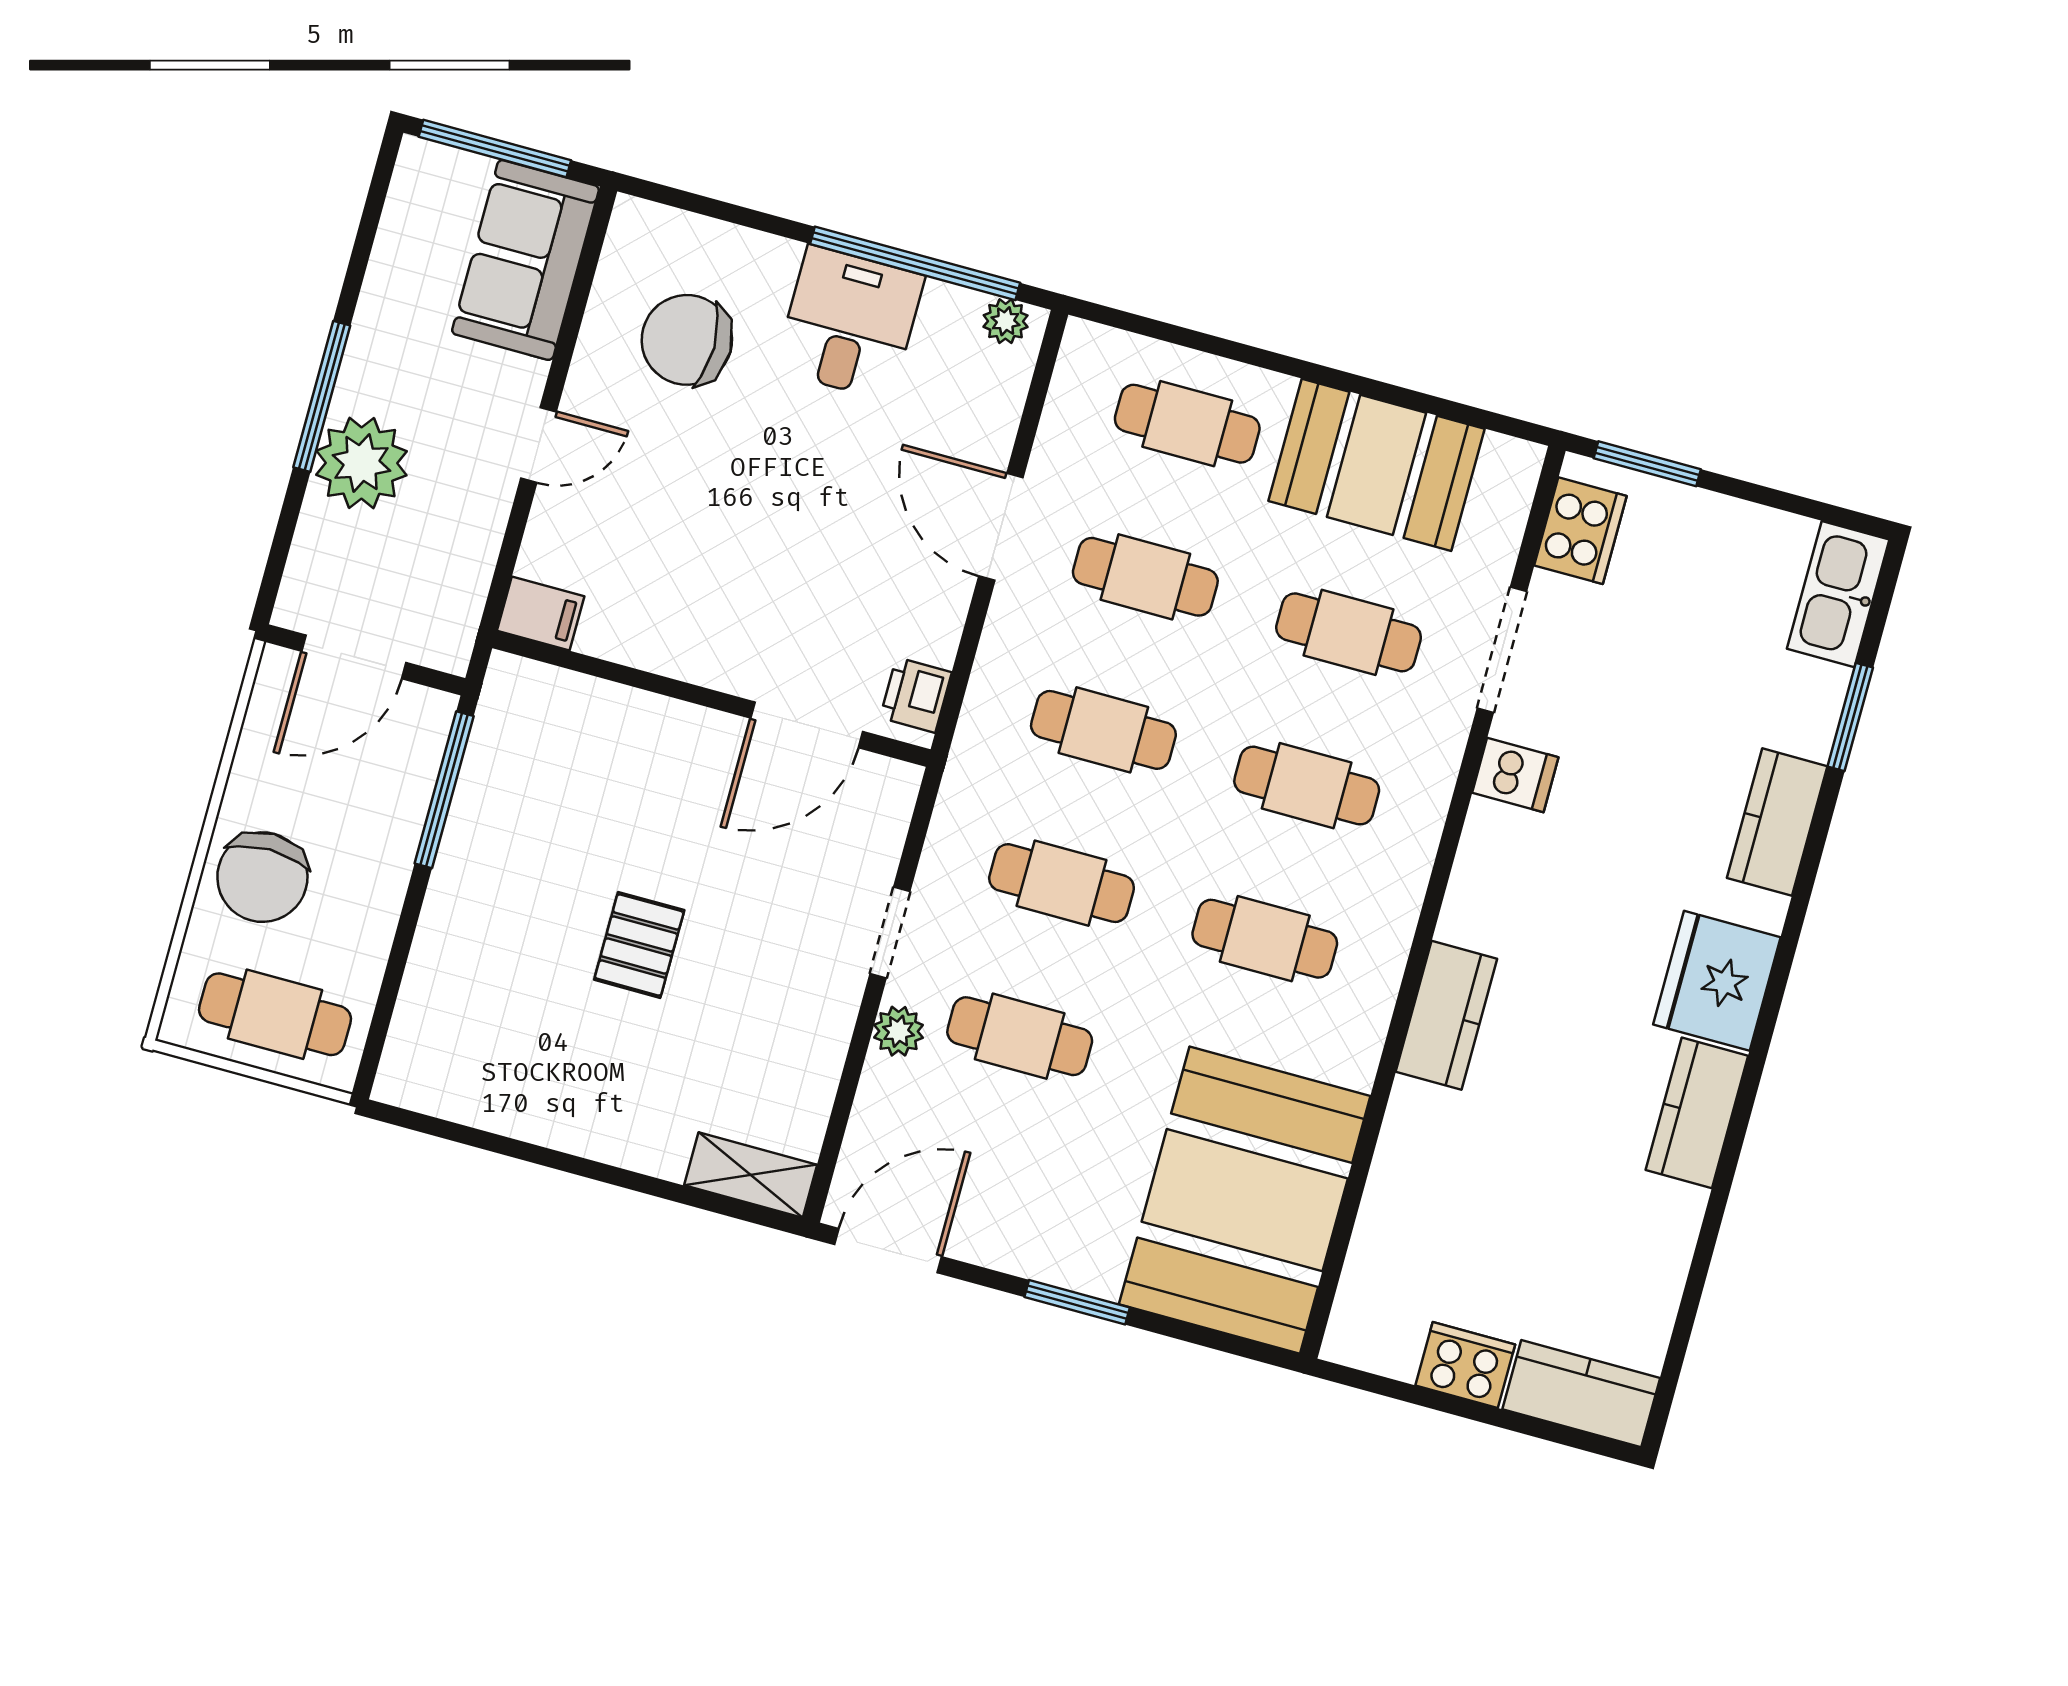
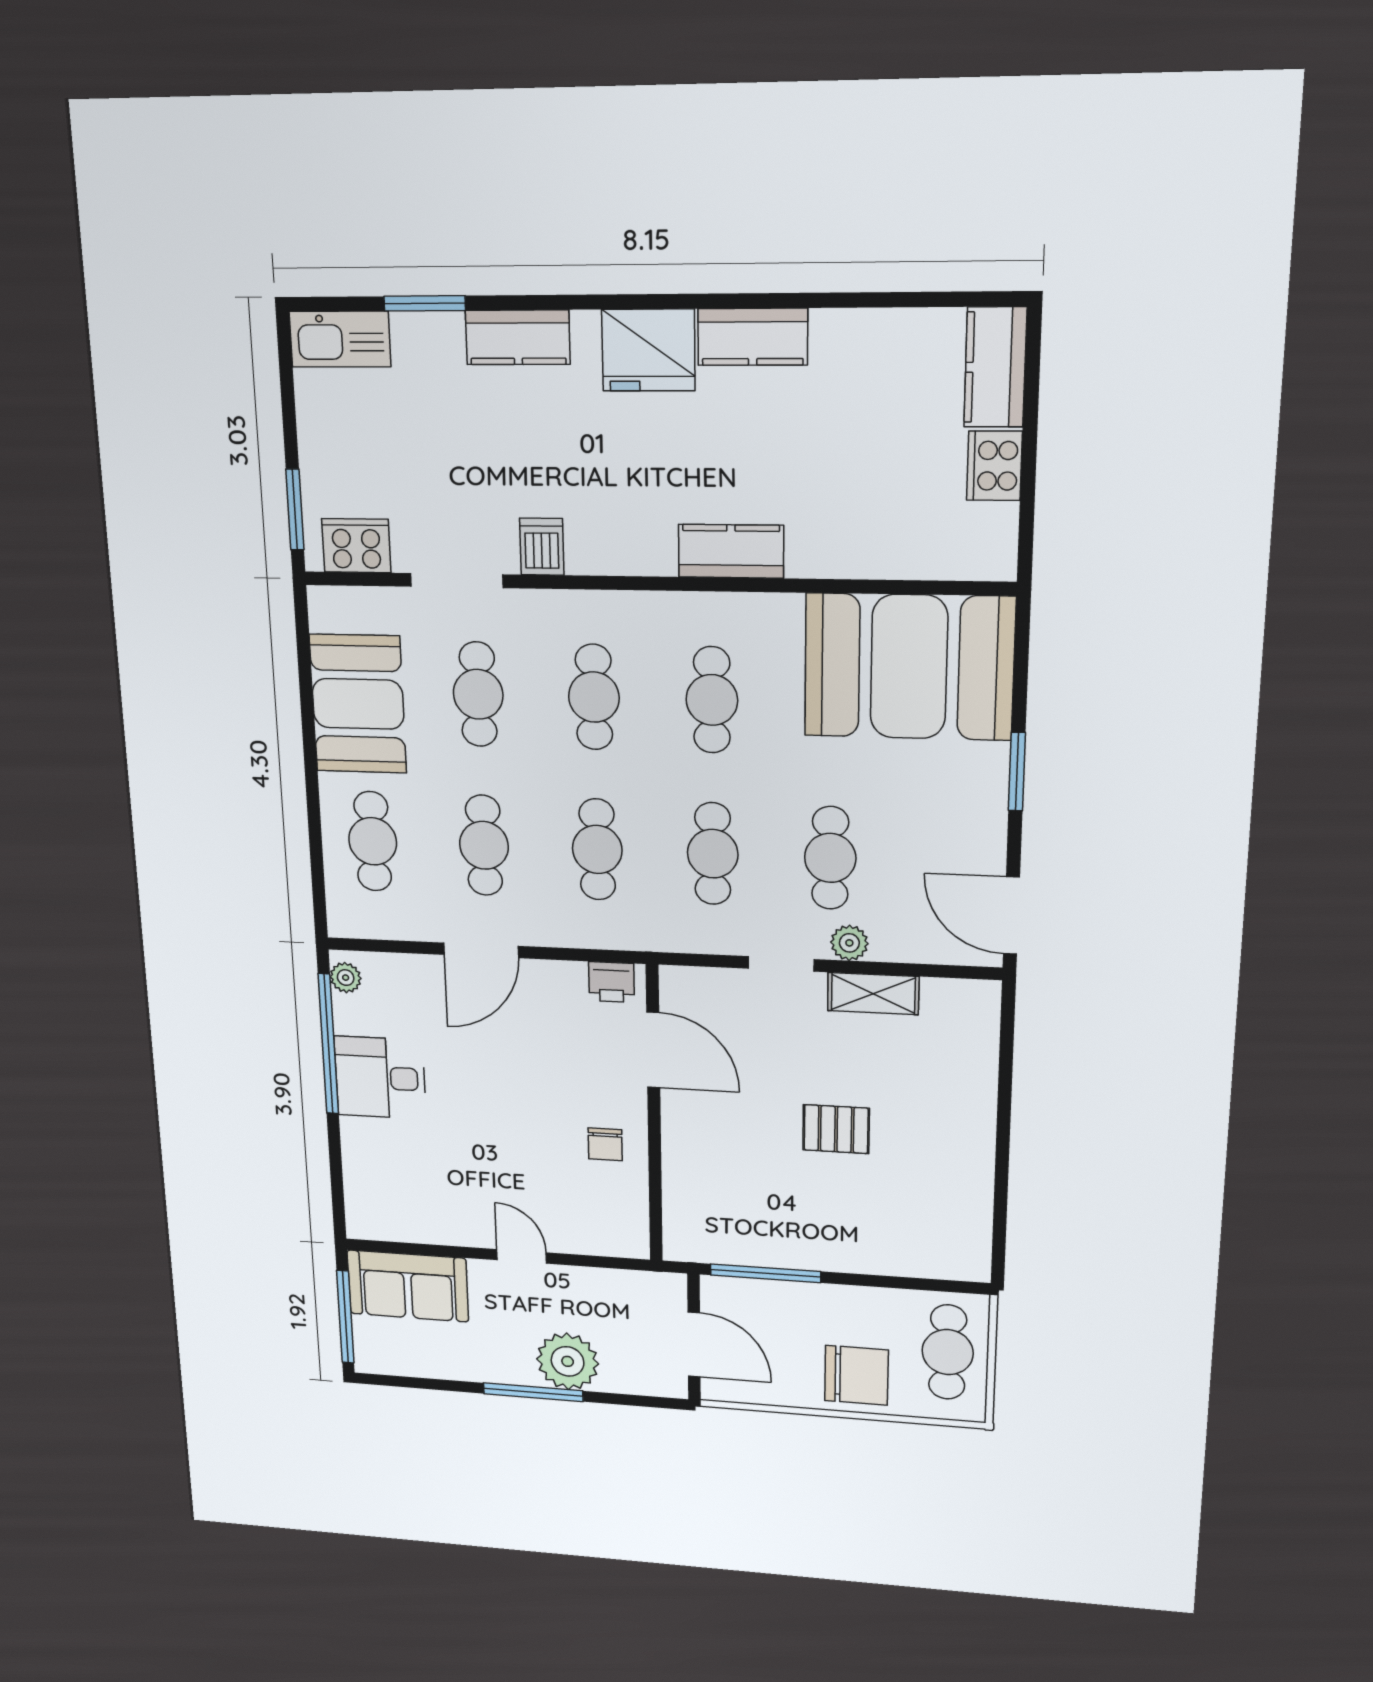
chair: (687, 340) -> (605, 1144), moved, width x0.54, depth x0.54
filing cabinet: (541, 614) -> (630, 1235), removed
shelving: (751, 1175) -> (873, 994), moved, turned 90

